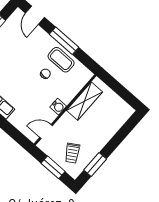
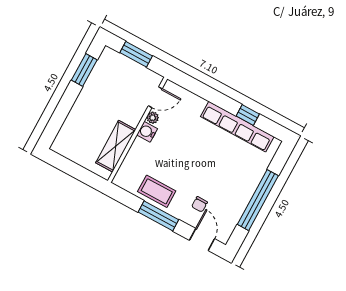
chair: (45, 74) -> (200, 204), moved
plant: (51, 116) -> (153, 118), added
trolley: (72, 153) -> (116, 78), removed

